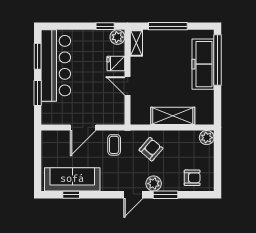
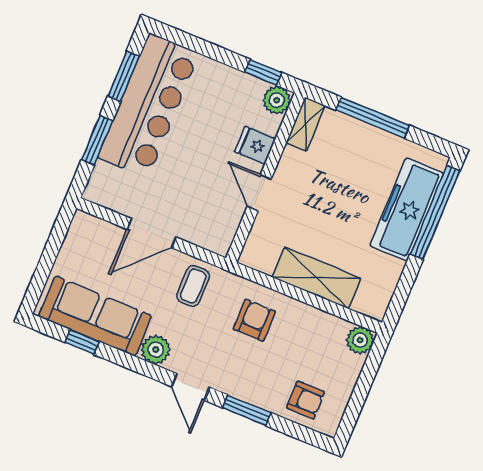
armchair: (151, 149) -> (254, 320), turned -41
plant: (154, 184) -> (156, 350), moved
door: (133, 195) -> (190, 387), hinge flipped

